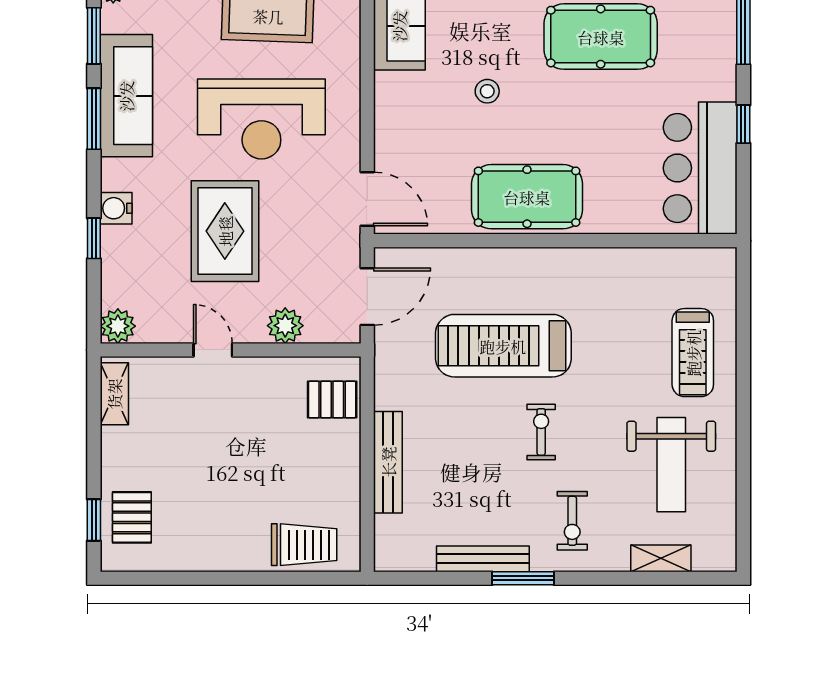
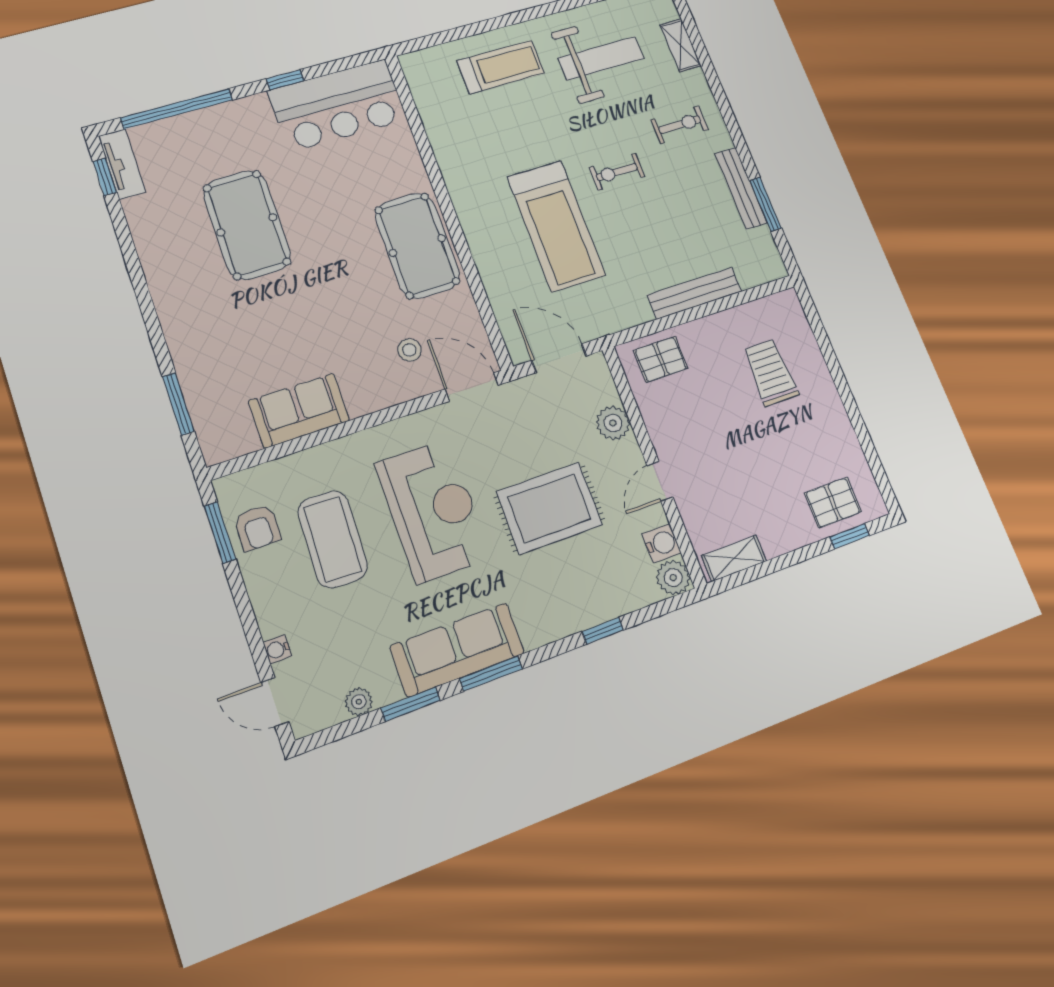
stool: (487, 91) -> (409, 350), moved
door: (367, 199) -> (472, 387), hinge flipped
water cooler: (116, 208) -> (662, 543), moved, turned -90
pallet: (332, 400) -> (661, 359), turned 90
trolley: (304, 545) -> (770, 372), moved
window: (523, 578) -> (765, 204), moved

